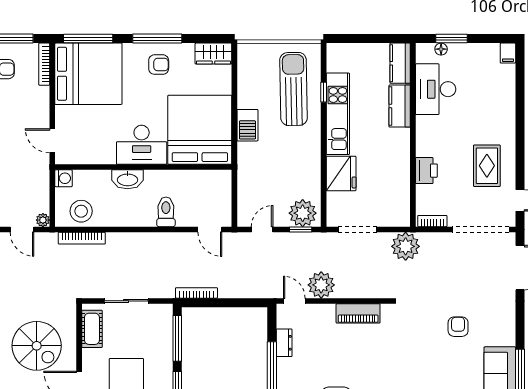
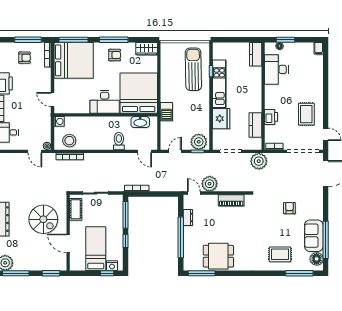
kitchen counter: (400, 106) -> (255, 125), moved
barbecue: (247, 125) -> (166, 112), moved
washbasin: (127, 179) -> (140, 122), moved

